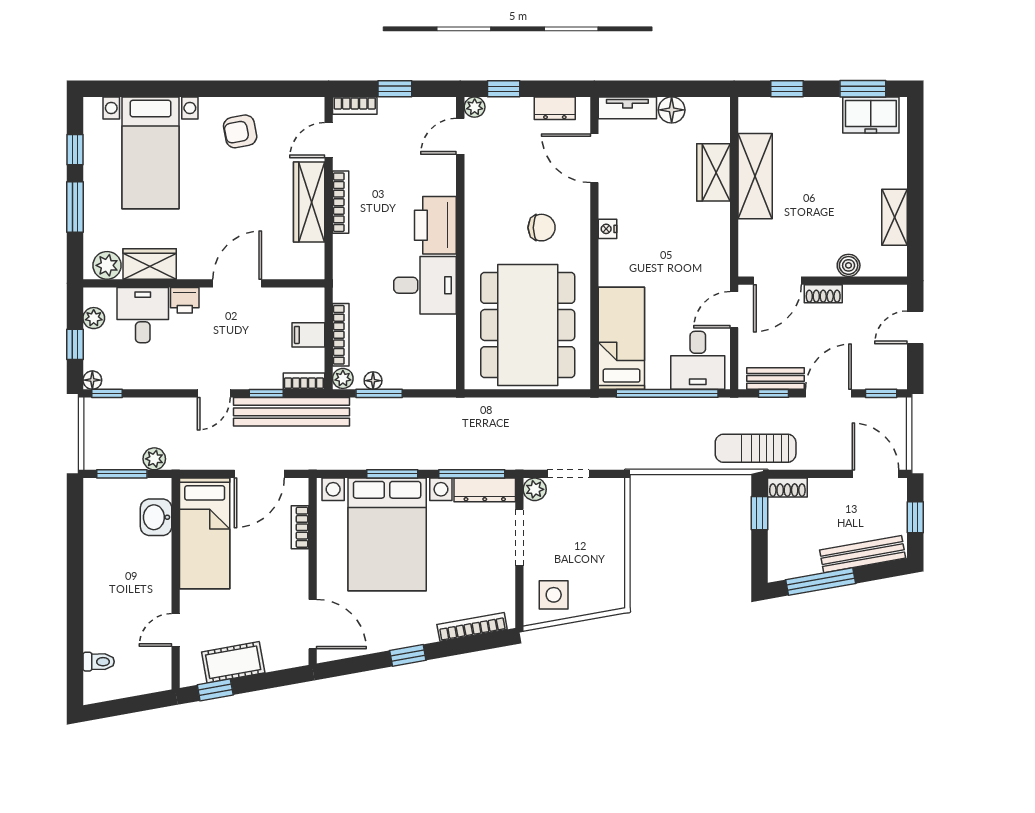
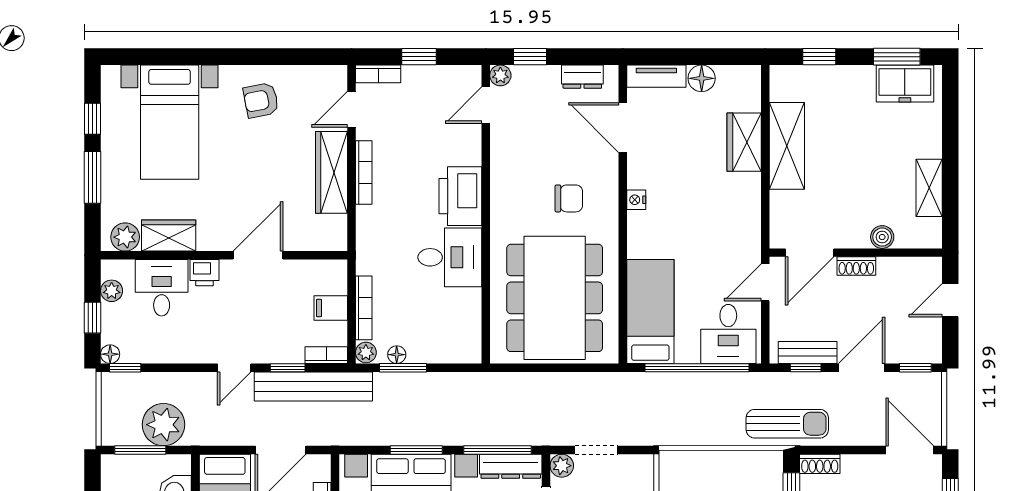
sun lounger: (756, 448) -> (787, 424), turned 180
plant: (154, 459) -> (163, 425), width x1.87, depth x1.87

